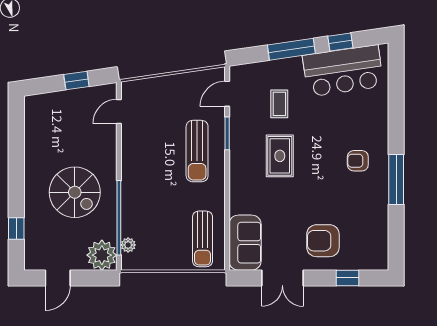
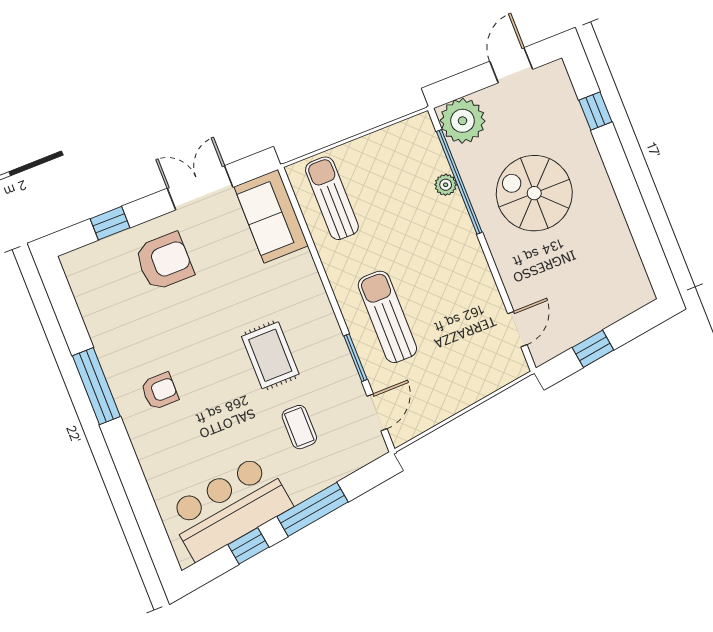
plant: (128, 245) -> (446, 185), moved

